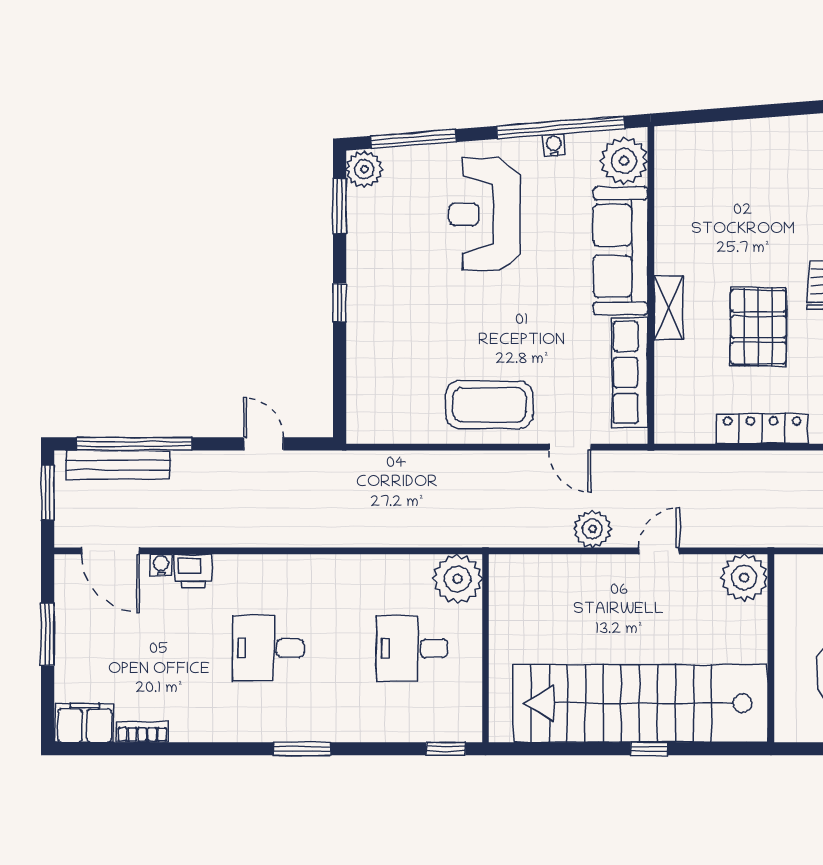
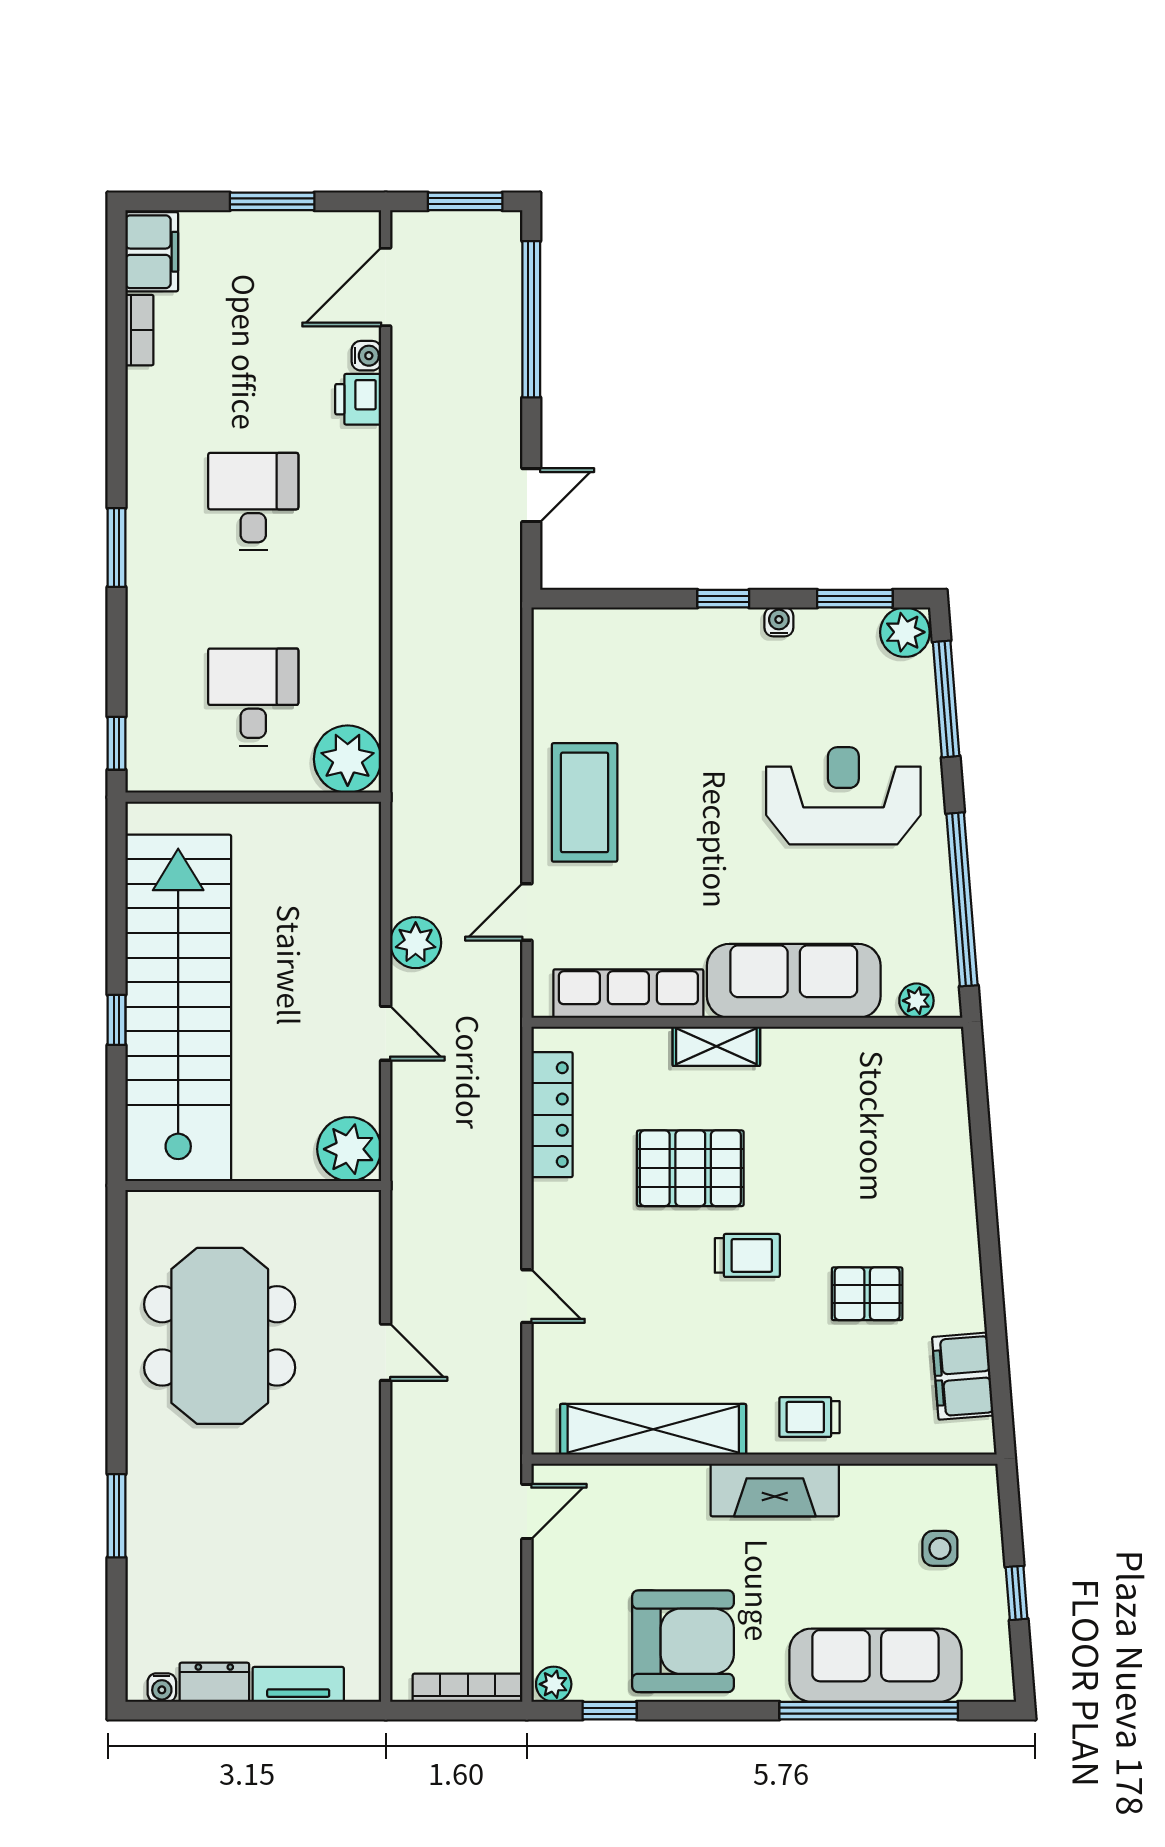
water cooler: (554, 145) -> (779, 622), moved, turned -85
plant: (624, 161) -> (916, 1001), width x0.53, depth x0.53
locker: (762, 429) -> (552, 1115), moved
bench: (118, 465) -> (503, 297), removed

